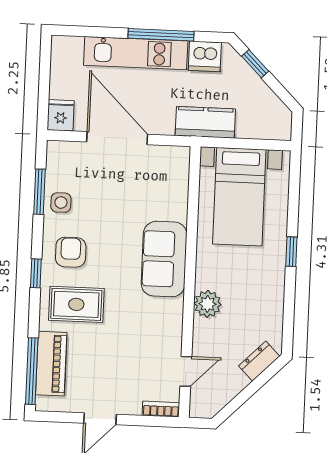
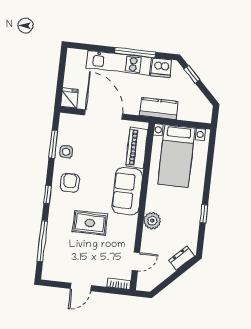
window: (291, 252) -> (204, 214), moved
rug: (76, 304) -> (90, 223), moved
piano: (51, 364) -> (137, 148), moved, turned 180
window: (32, 371) -> (42, 241), moved

